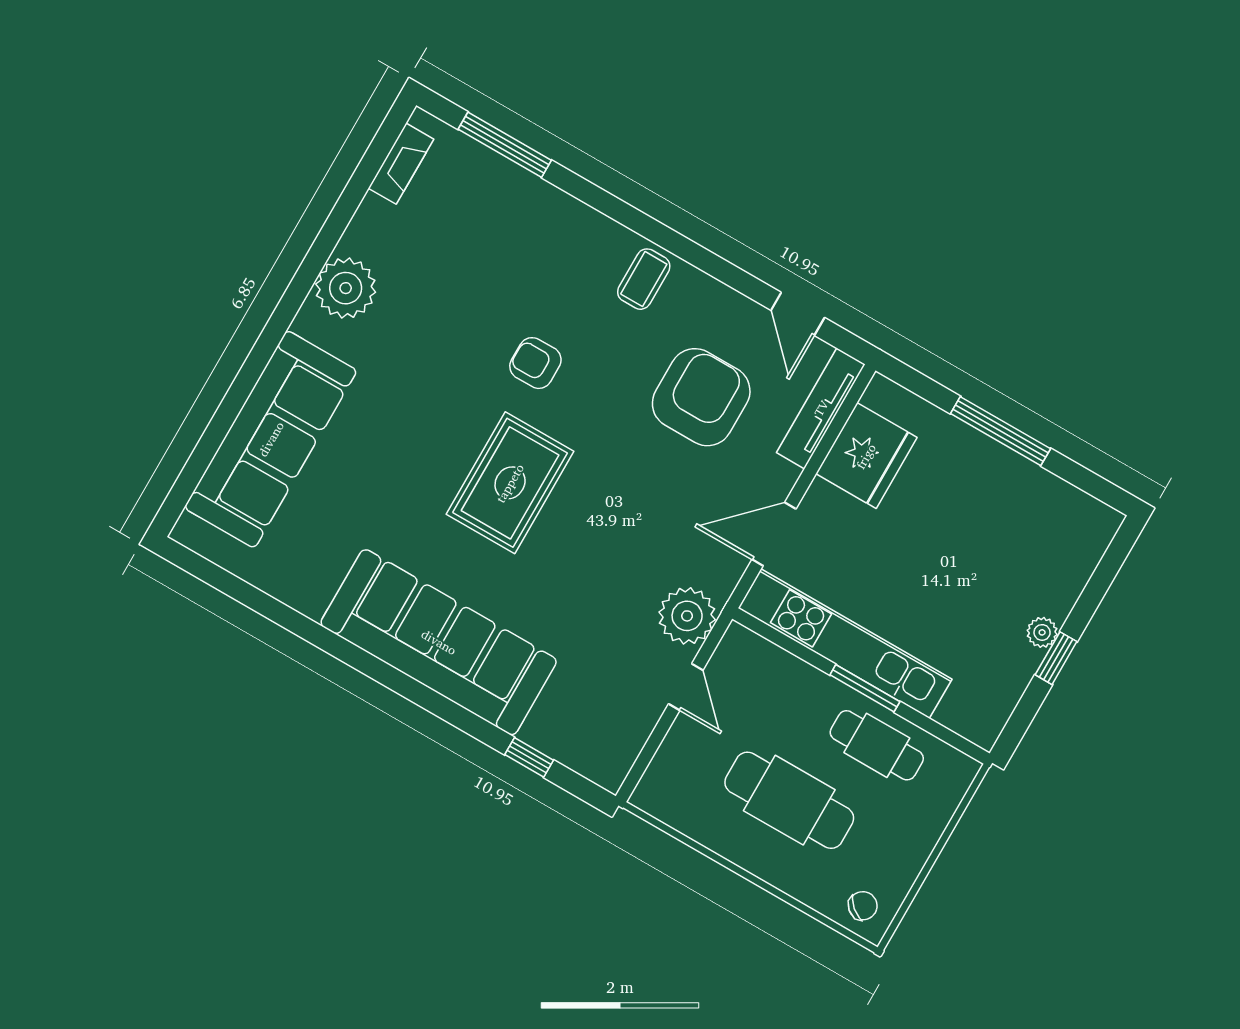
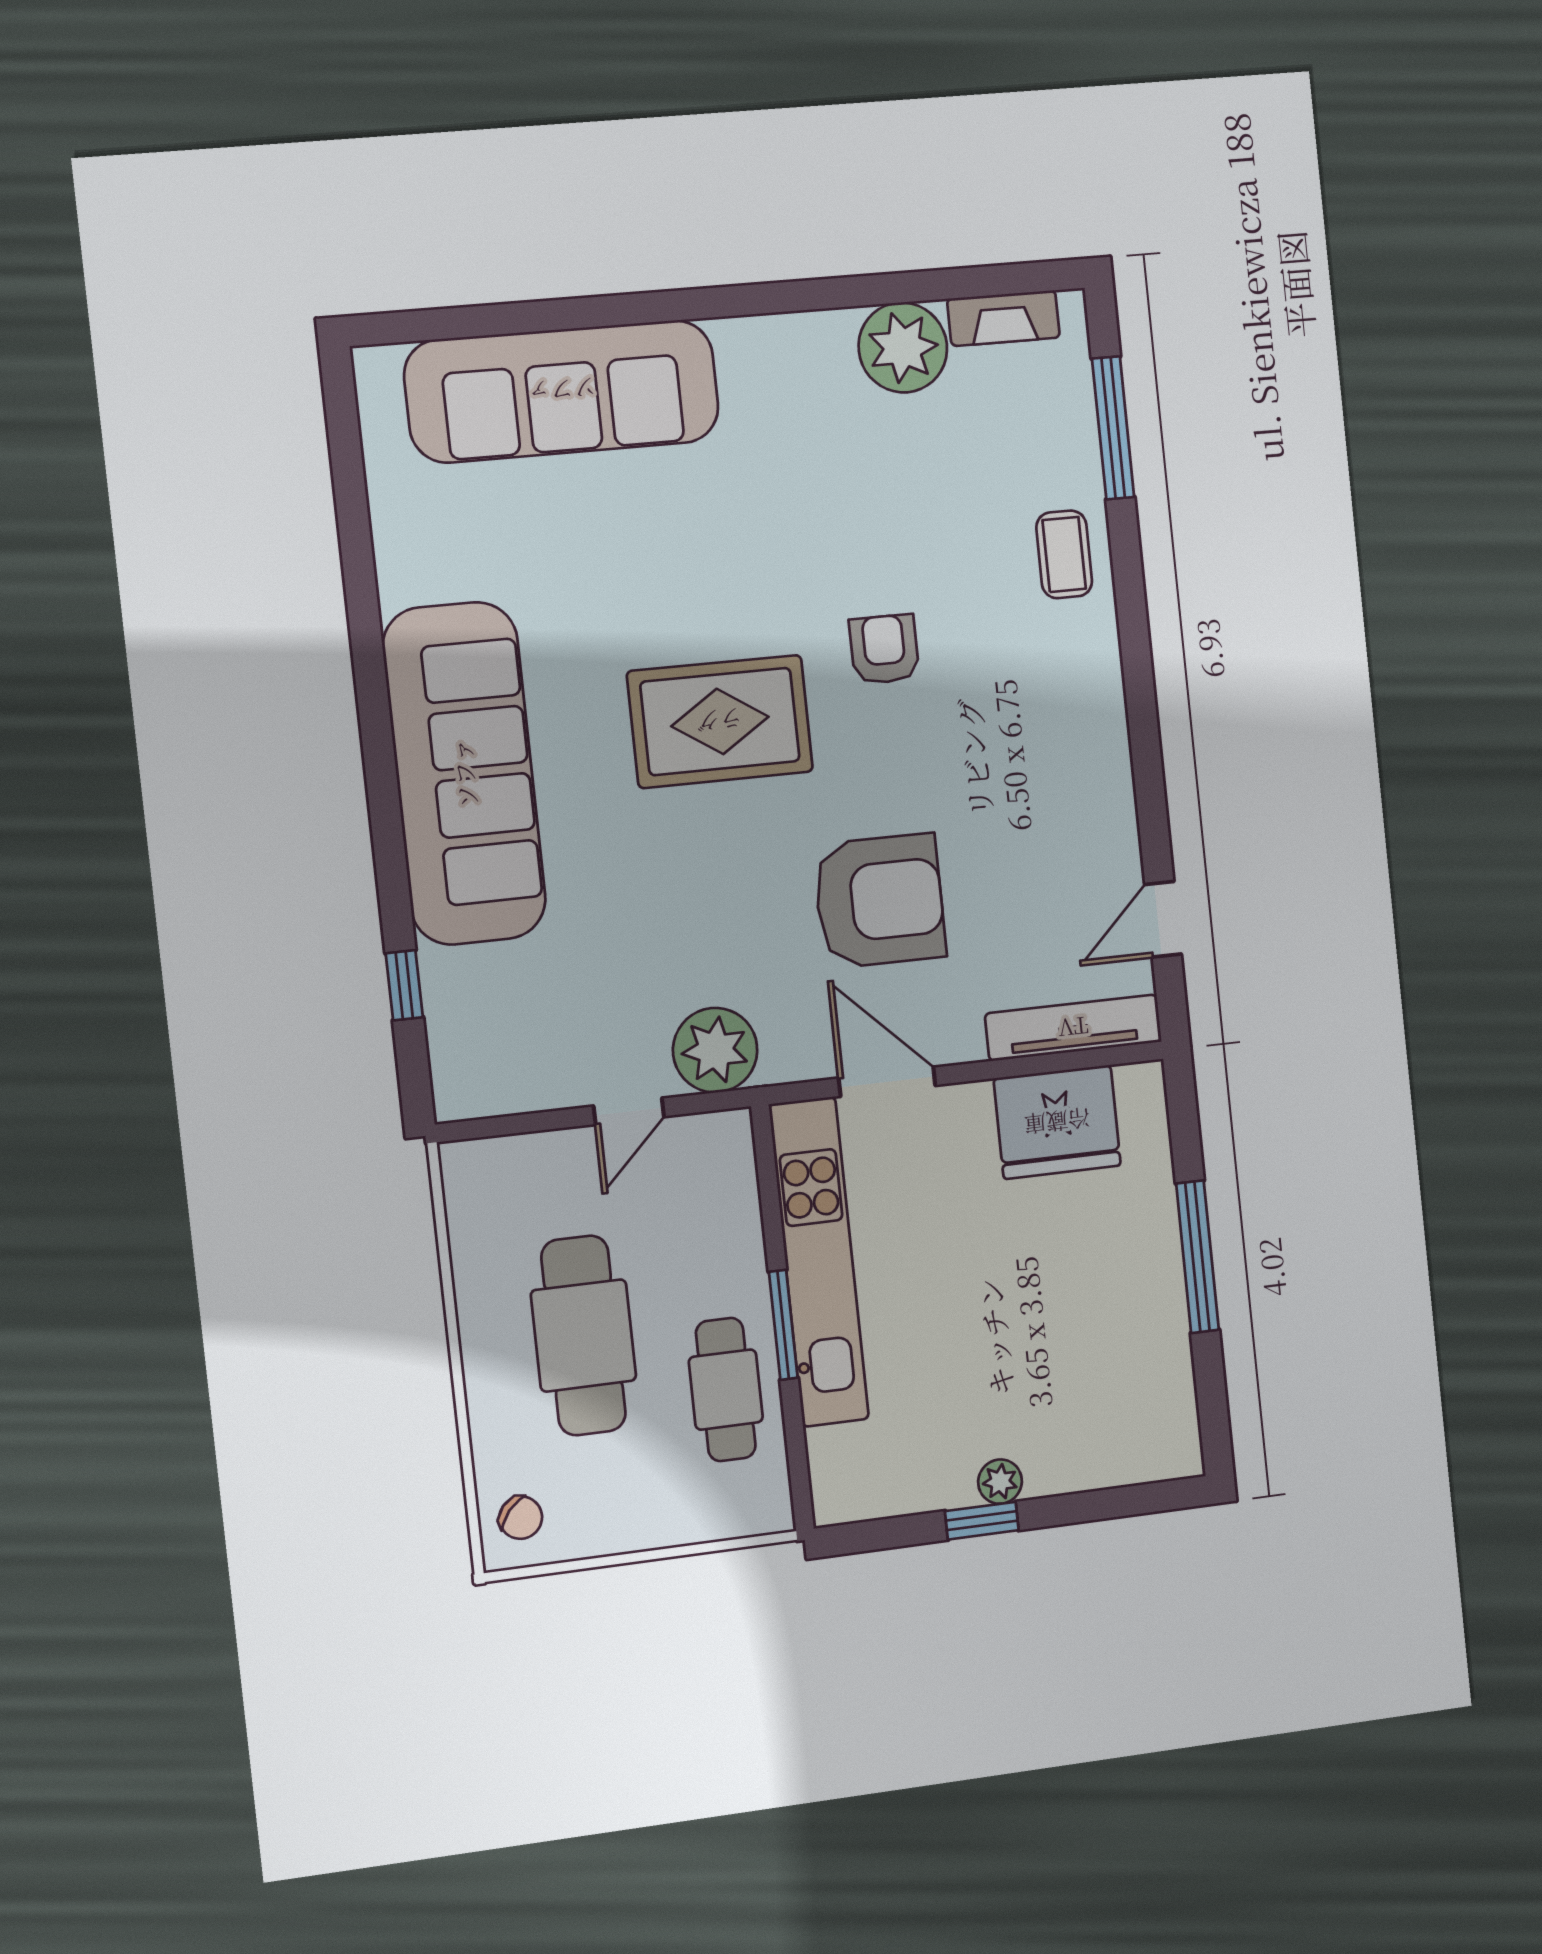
coffee table: (644, 279) -> (1064, 554), moved, turned 90
plant: (346, 288) -> (903, 347), moved
armchair: (701, 397) -> (879, 901), moved

